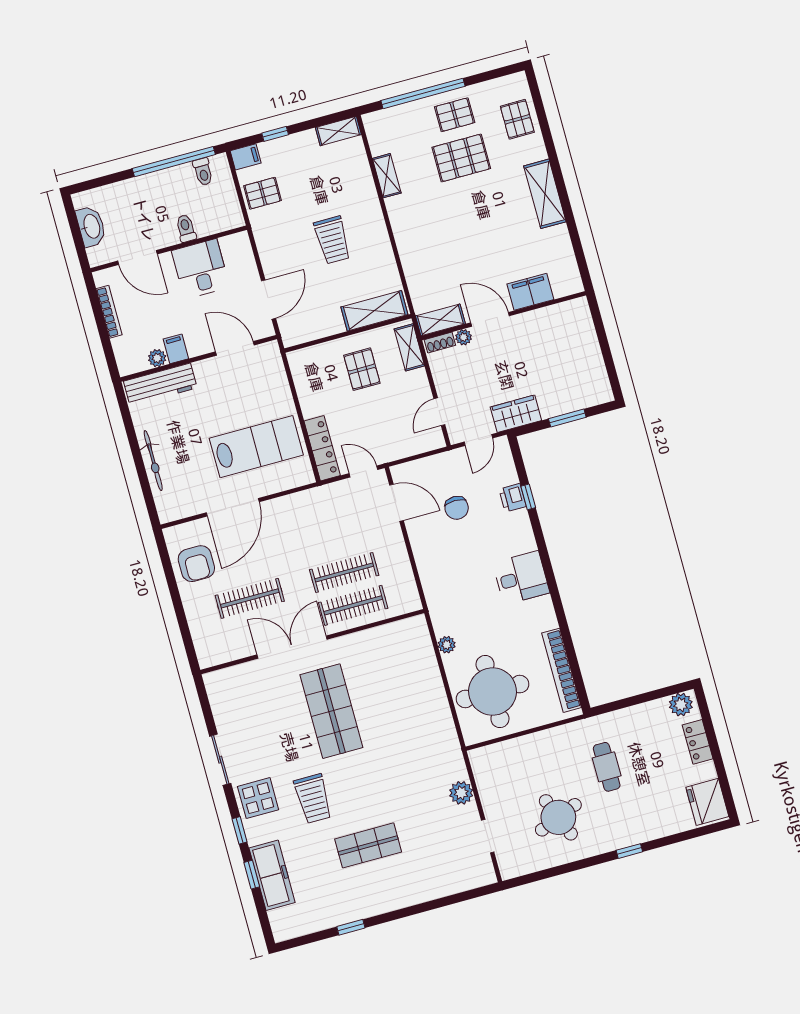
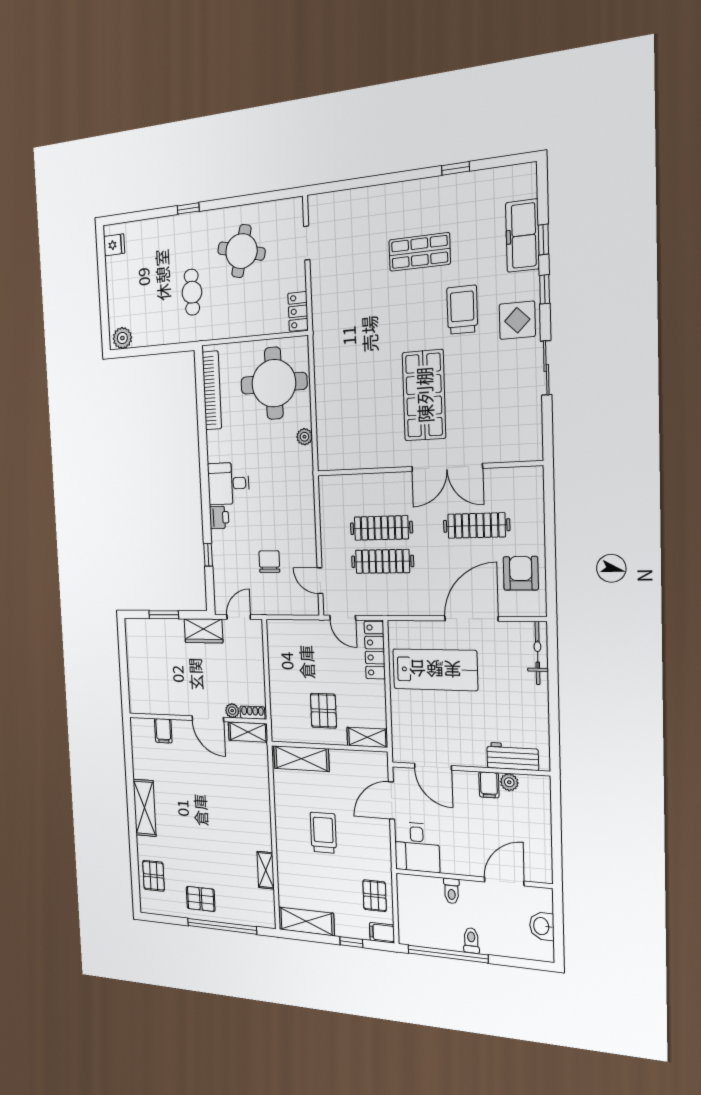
shelving: (338, 131) -> (306, 921), width x1.50, depth x1.33
pallet: (461, 158) -> (203, 862), removed
toilet: (203, 172) -> (471, 940), moved
pallet: (263, 193) -> (375, 896), turned 90
washbasin: (91, 226) -> (542, 926), width x0.72
door: (137, 257) -> (504, 881), hinge flipped
desk: (201, 269) -> (417, 847), moved
filing cabinet: (530, 292) -> (163, 731), width x0.50
bookcase: (109, 312) -> (545, 841), removed
shelving: (409, 347) -> (367, 737), moved, turned 90
workbench: (160, 385) -> (513, 756), width x0.73
door: (439, 412) -> (266, 652), removed
lab bench: (256, 447) -> (435, 670), turned 180
bicycle: (153, 461) -> (538, 653), moved
printer: (513, 498) -> (219, 517), moved
door: (396, 503) -> (320, 581), width x0.73
clothes rail: (353, 605) -> (382, 561), moved
locker: (698, 742) -> (298, 311), moved, turned 180
plant: (461, 793) -> (322, 290), removed
fridge: (707, 802) -> (114, 245), width x0.53, depth x0.75
round table: (558, 817) -> (241, 251), turned 36

